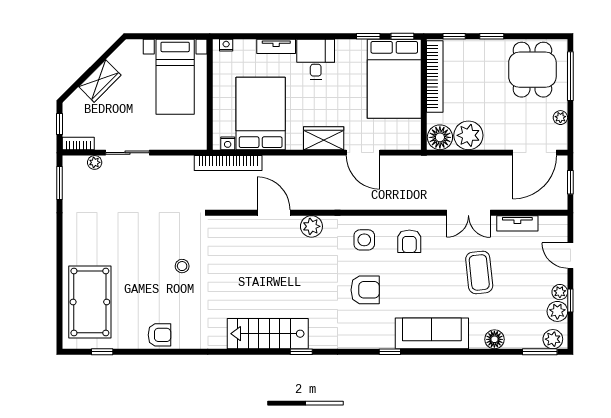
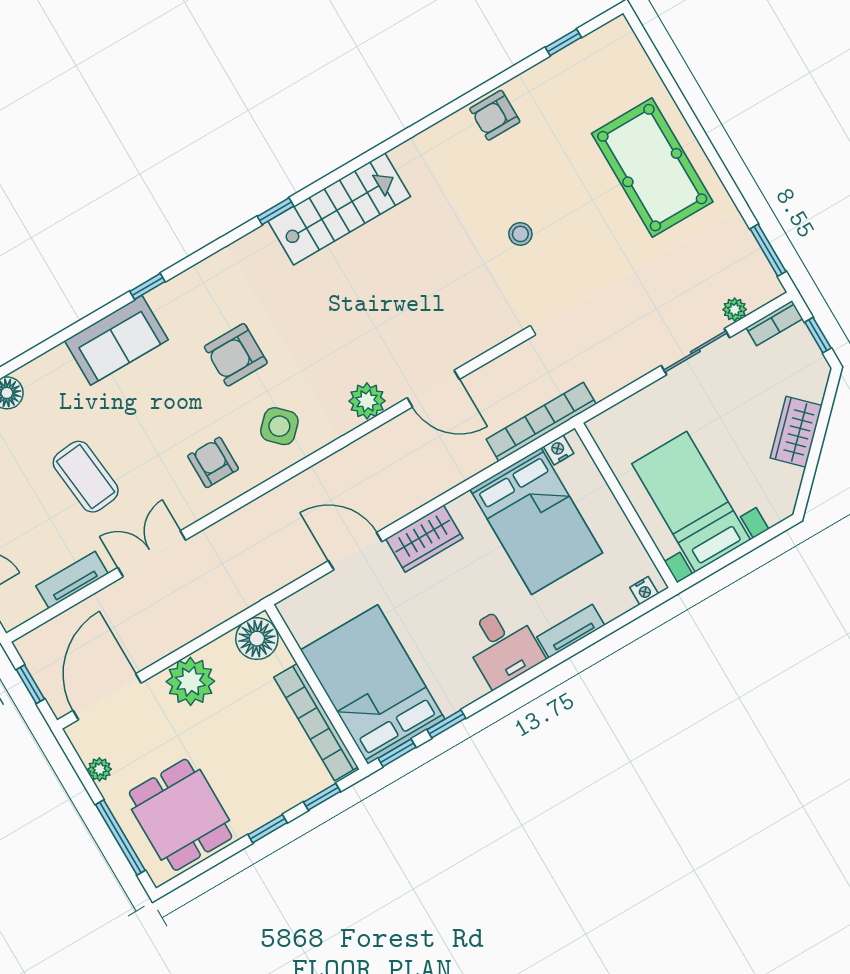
plant: (468, 135) -> (190, 681), moved
side table: (364, 240) -> (279, 426), turned 45
pool table: (90, 302) -> (652, 168), moved
sofa: (432, 333) -> (116, 340), width x0.73

